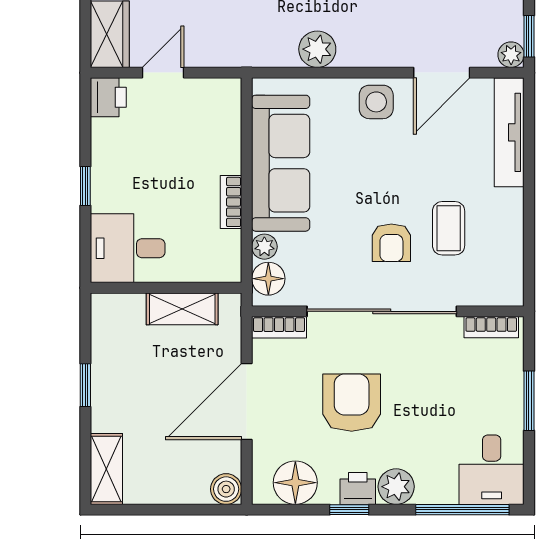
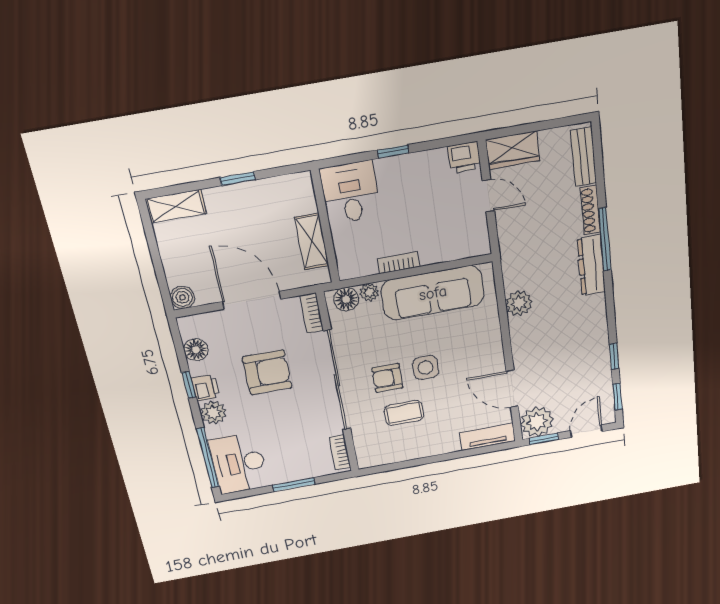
plant: (511, 55) -> (537, 422), width x1.88, depth x1.88
side table: (376, 102) -> (426, 368), moved
tv unit: (509, 132) -> (487, 437), width x0.71
desk: (492, 470) -> (239, 463), width x1.37
floor lamp: (295, 483) -> (196, 350), width x0.73, depth x0.73

